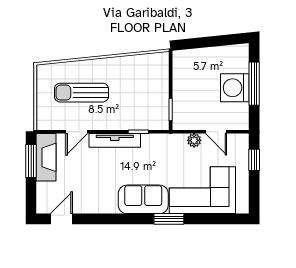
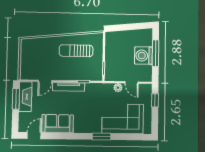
sun lounger: (81, 93) -> (76, 51), moved
sofa: (143, 199) -> (58, 124), moved

